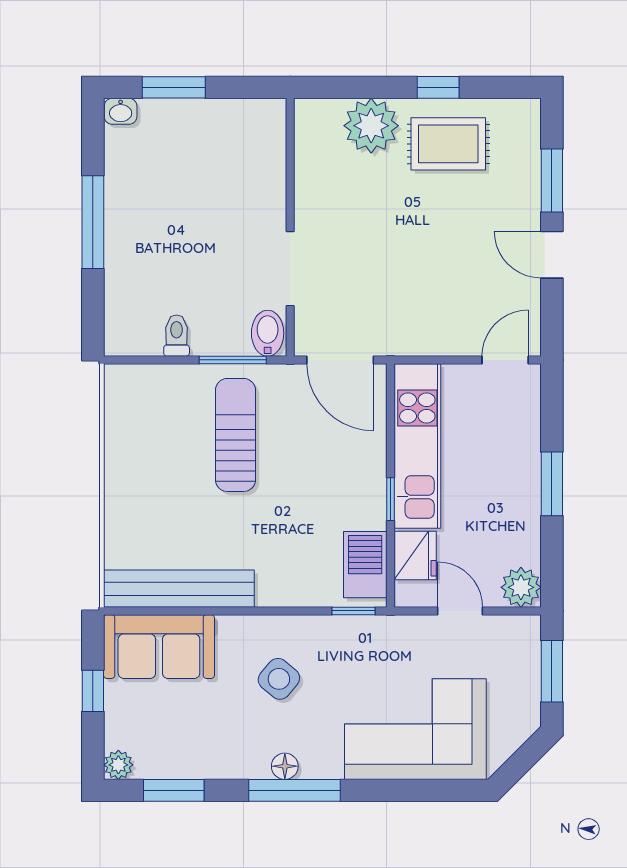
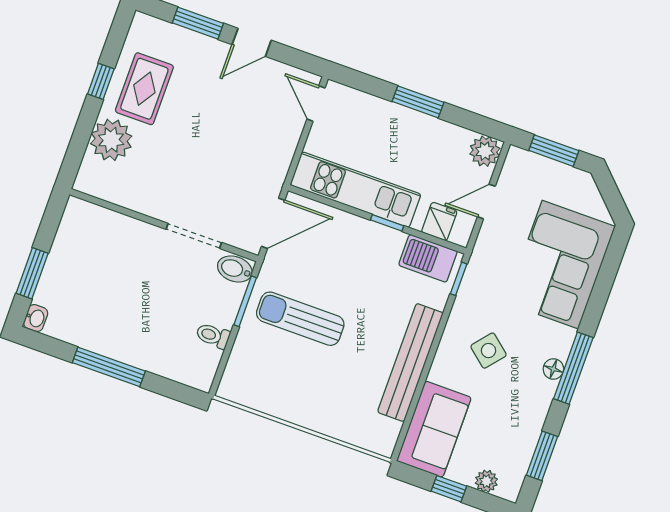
fridge: (415, 556) -> (439, 221), width x0.72
bench: (179, 589) -> (410, 363), moved
plant: (118, 765) -> (486, 481), moved

